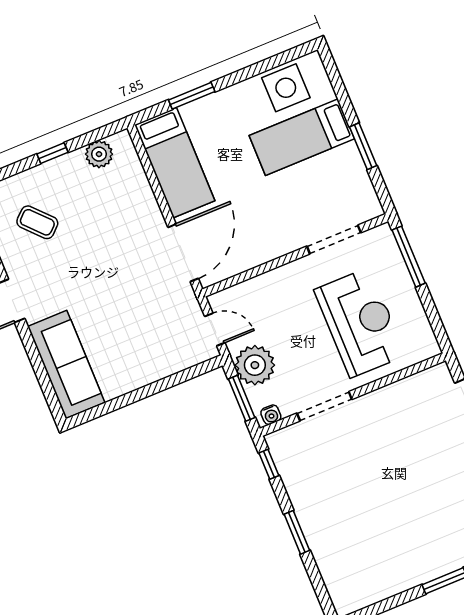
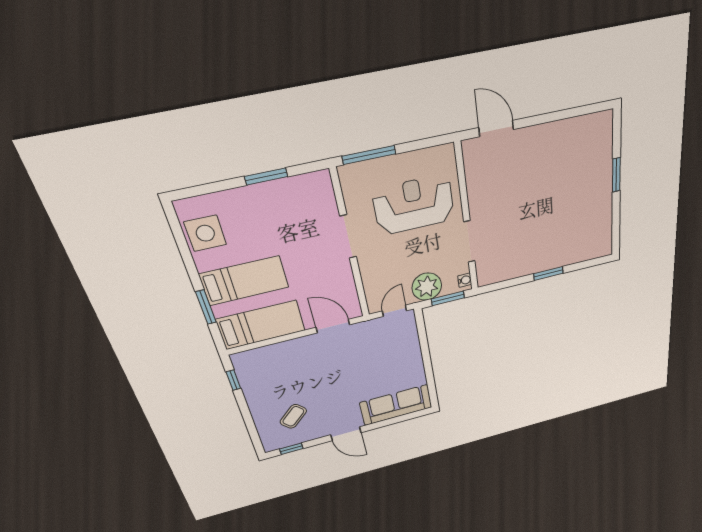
bed: (302, 137) -> (244, 281), moved, turned -90
window: (52, 153) -> (233, 380), moved
plant: (99, 154) -> (247, 375), removed
doorway: (334, 239) -> (348, 237), moved
door: (183, 253) -> (333, 326), width x0.73
window: (269, 464) -> (498, 286), removed

